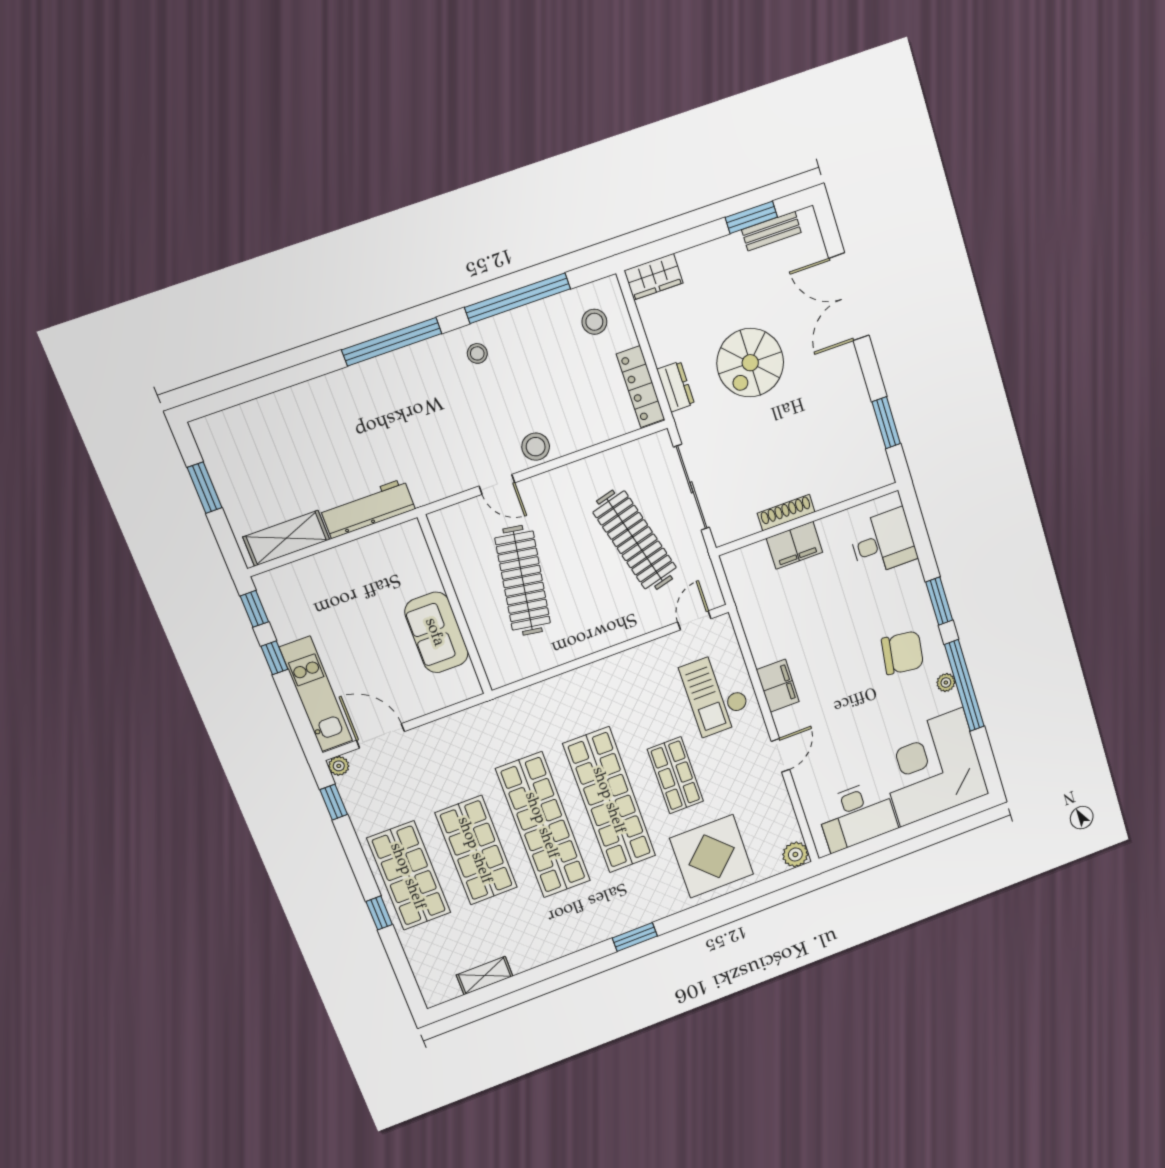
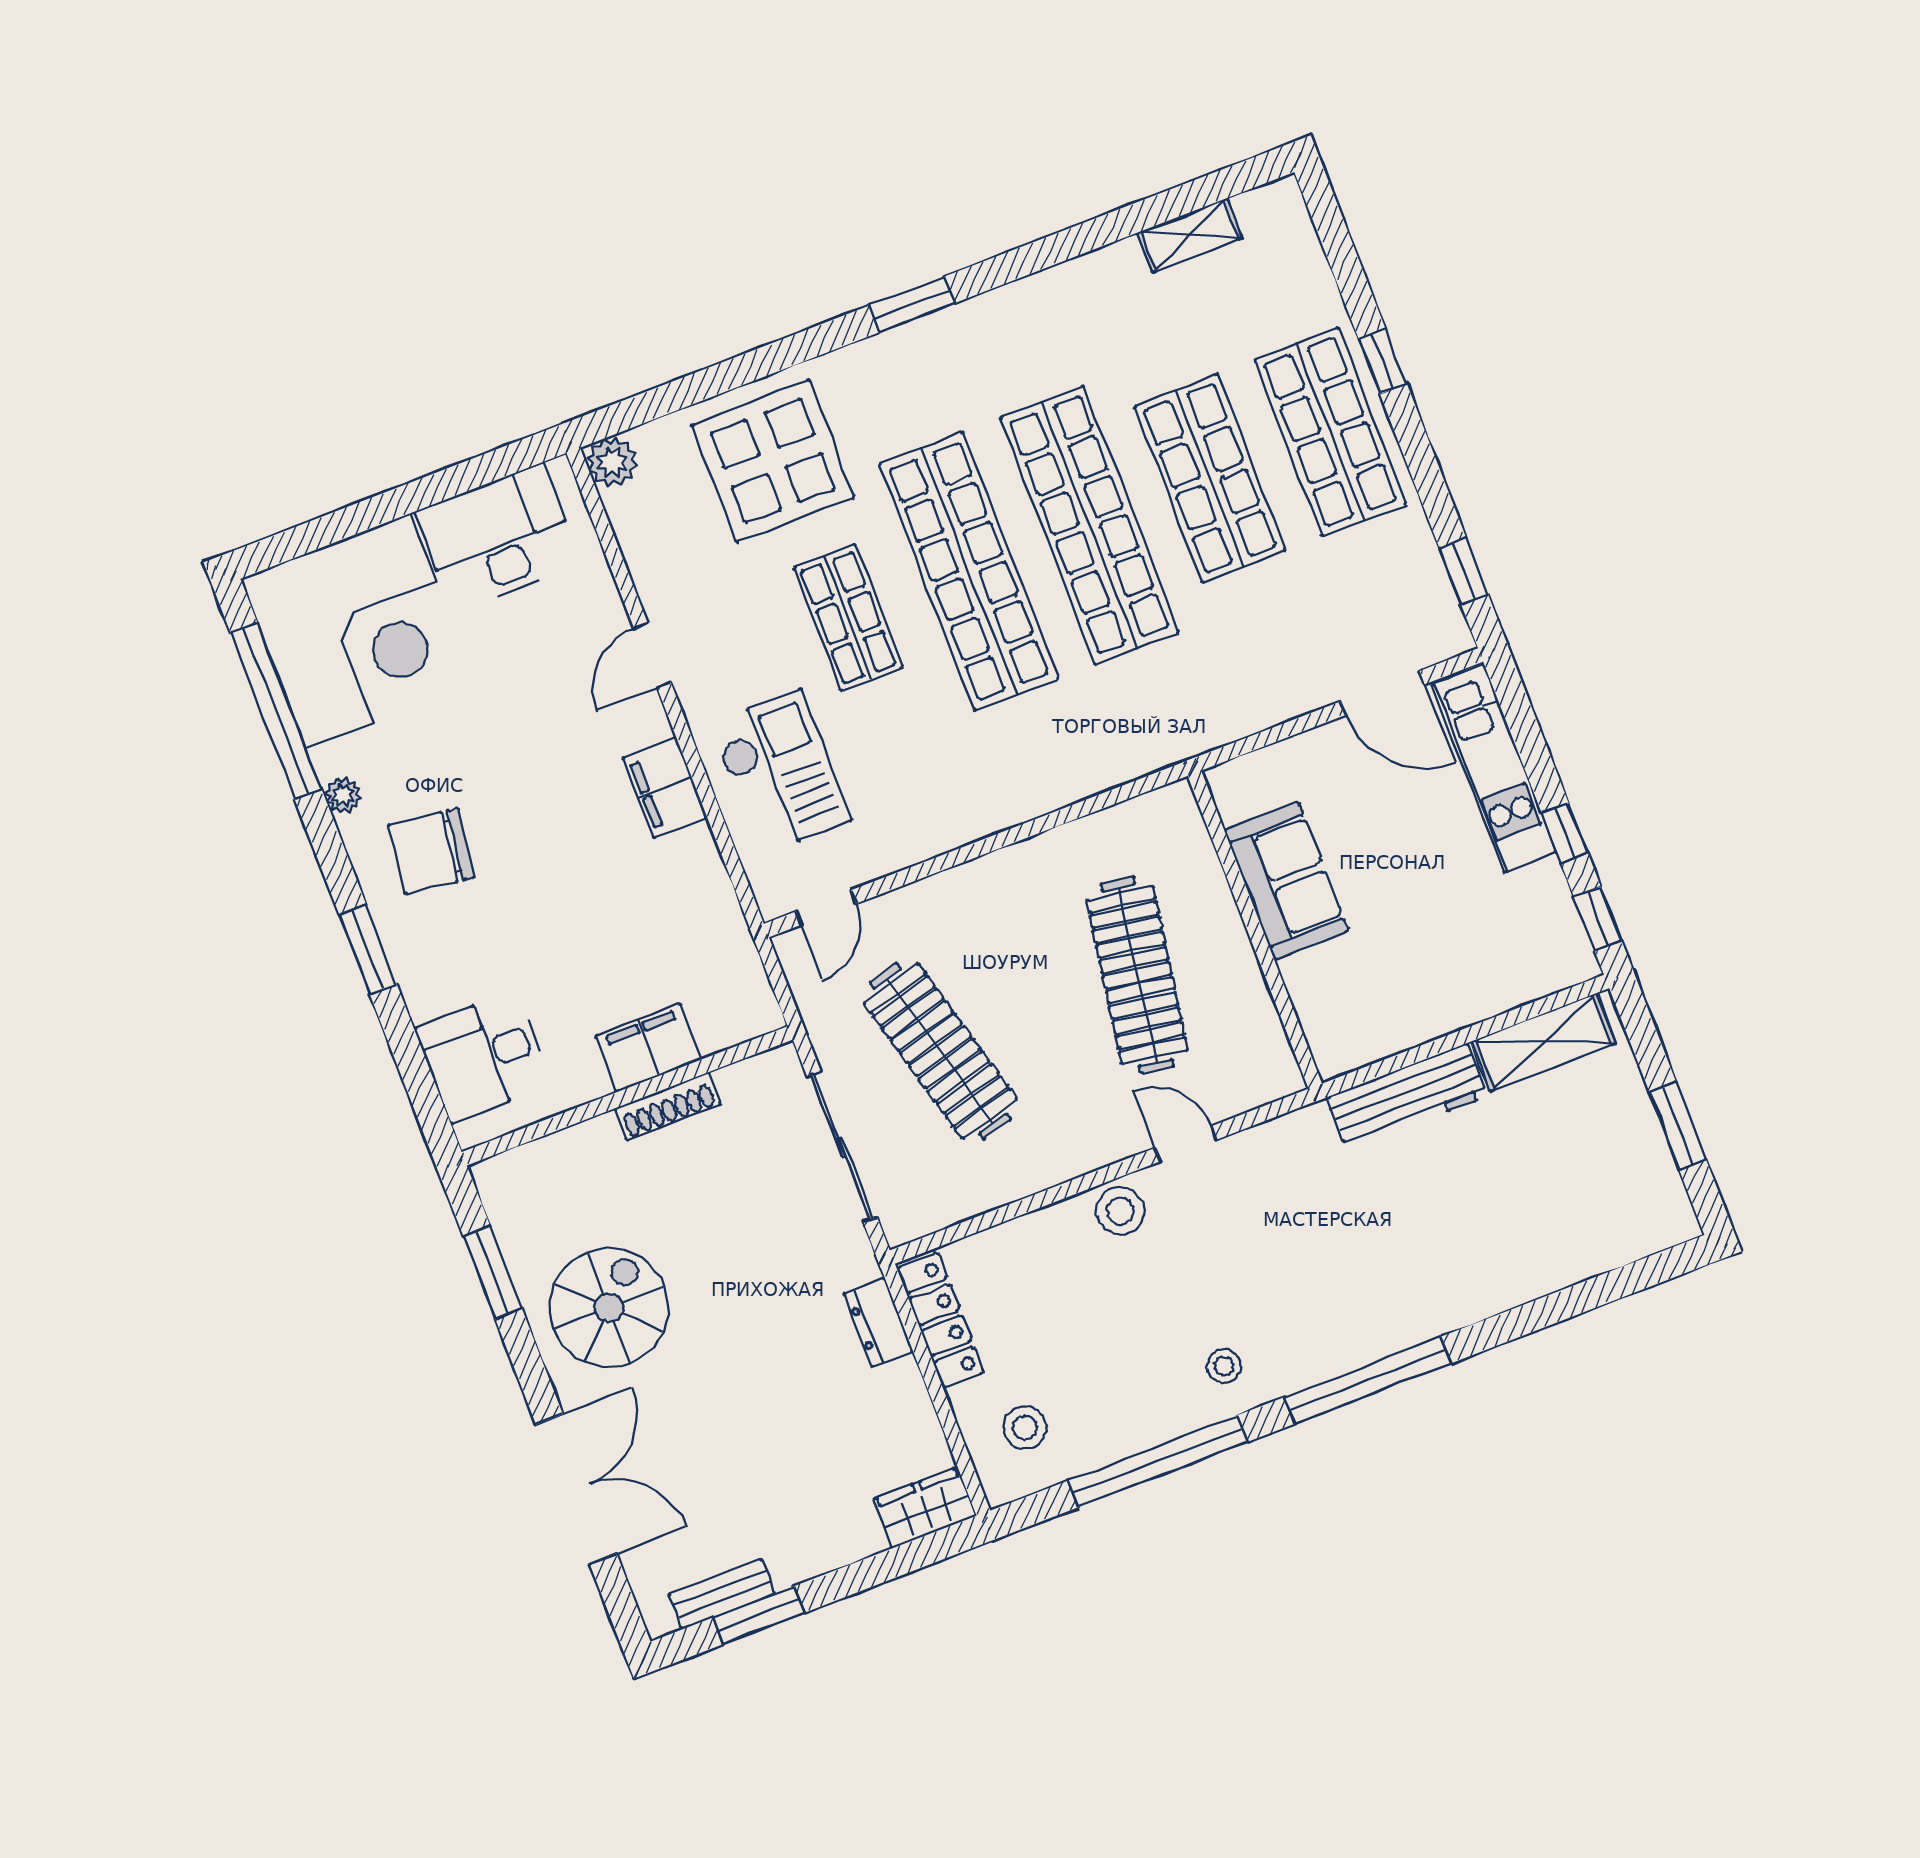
spiral stairs: (750, 363) -> (609, 1308), moved
window: (964, 686) -> (276, 710), moved
plant: (339, 766) -> (1455, 638), removed

